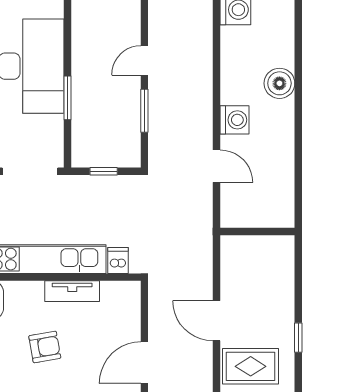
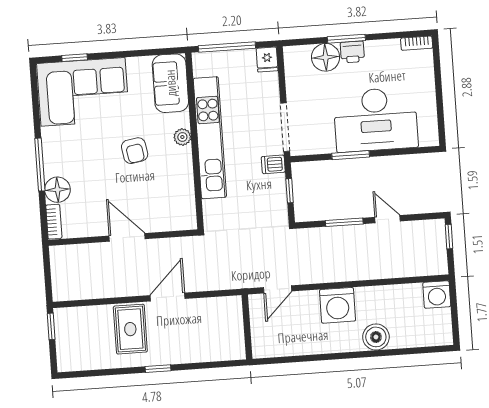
washing machine: (234, 120) -> (337, 305), width x1.37, depth x1.37
door: (217, 166) -> (278, 289), moved
dishwasher: (118, 260) -> (273, 164), moved, turned 180
plant: (33, 291) -> (182, 137), added
tv unit: (72, 291) -> (184, 171), removed

